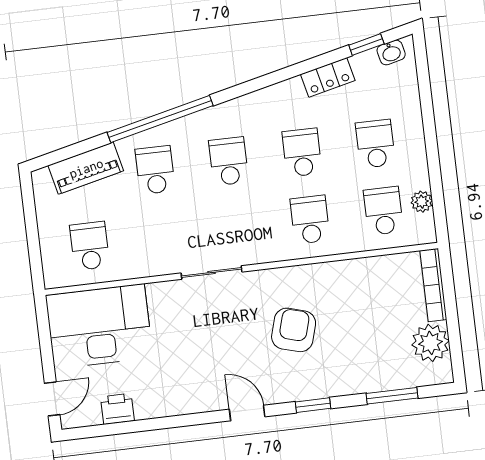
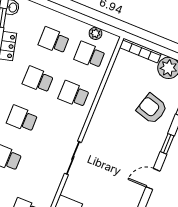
armchair: (294, 330) -> (152, 109), moved

